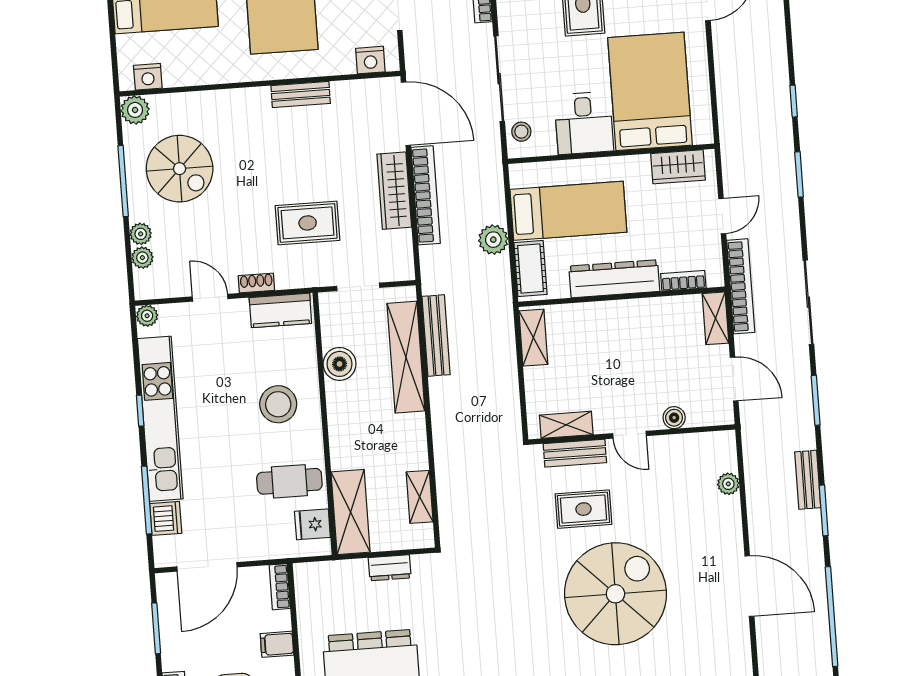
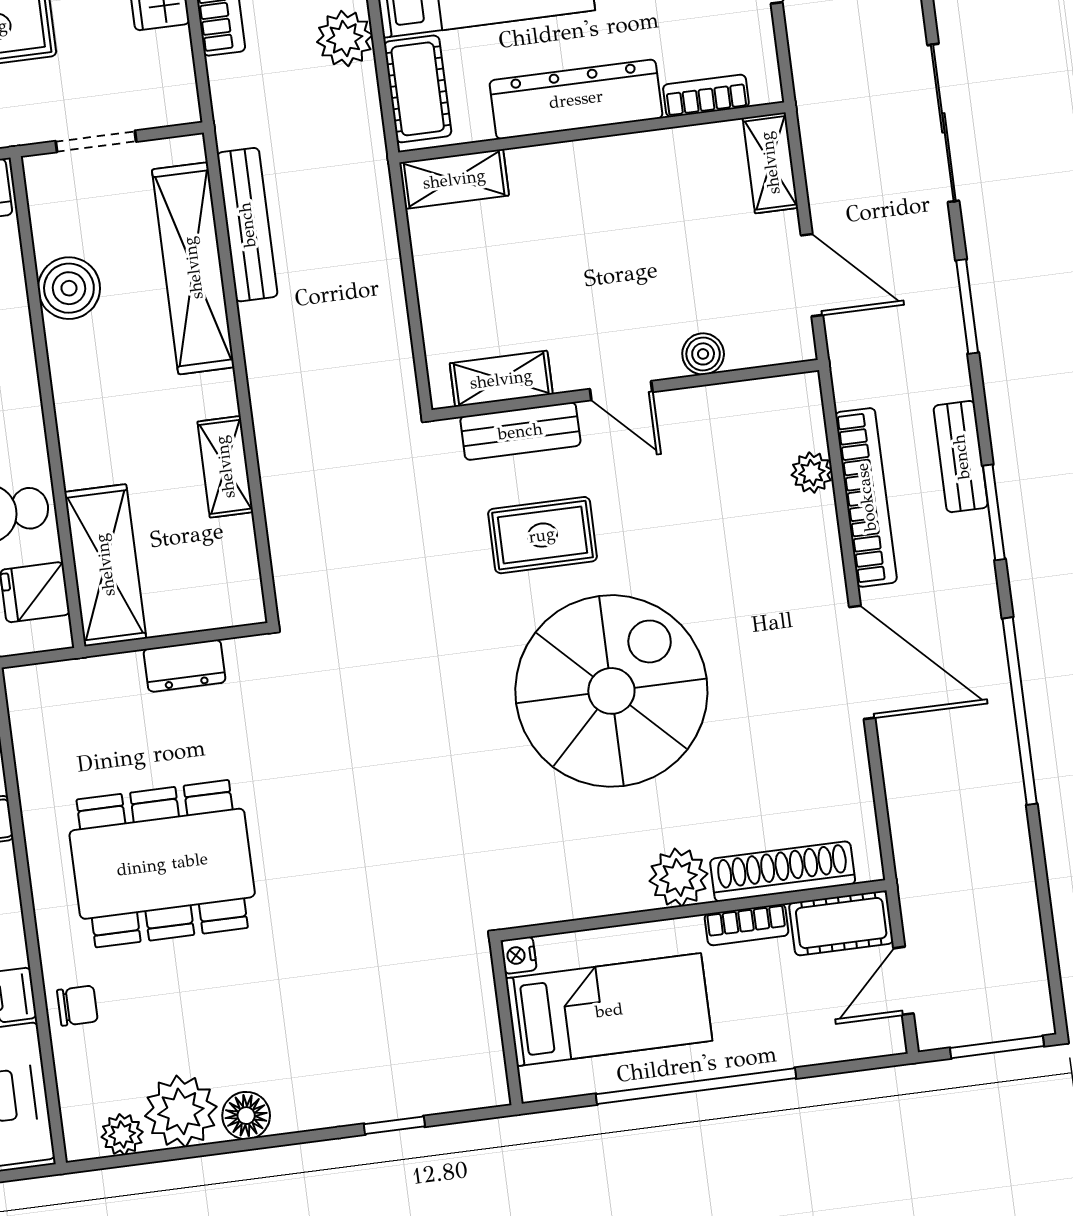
bookcase: (741, 286) -> (866, 497), moved
shelving: (533, 338) -> (454, 179), moved, turned 90
shelving: (420, 497) -> (225, 467), moved

